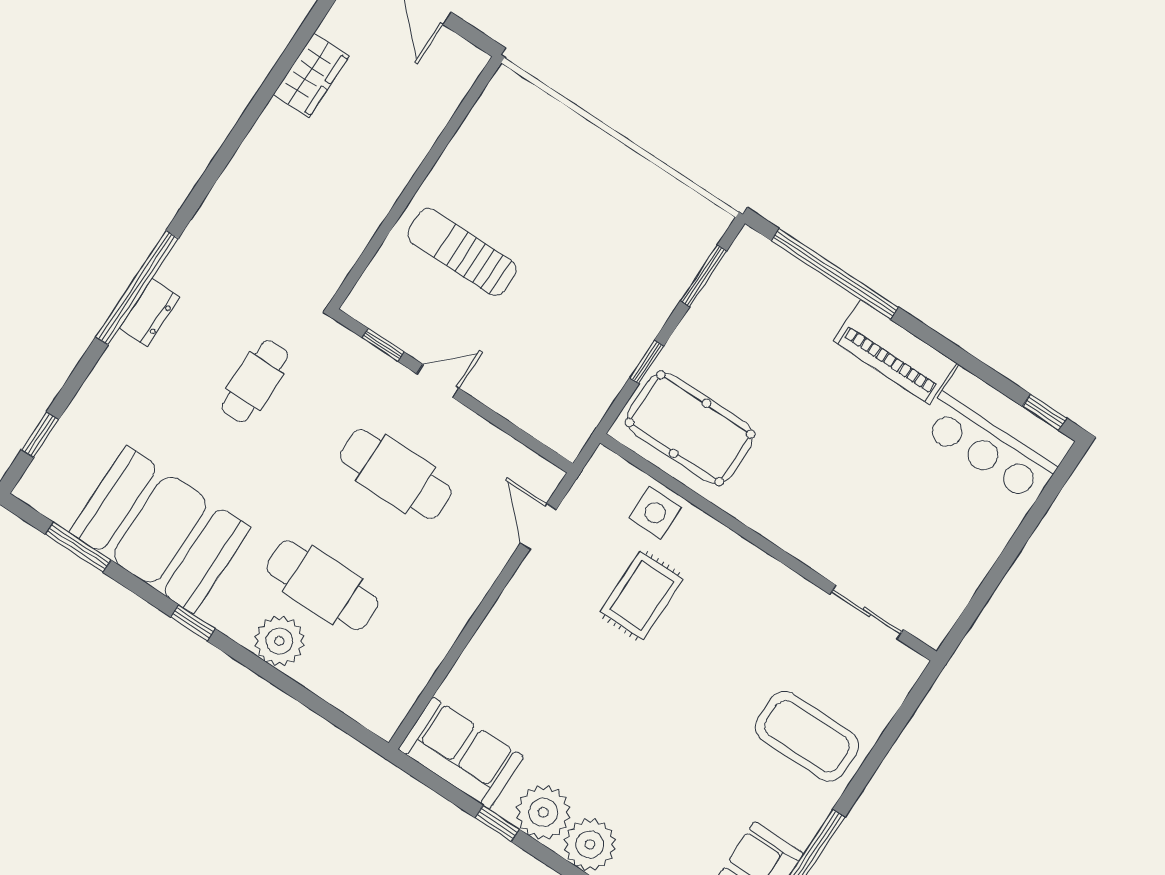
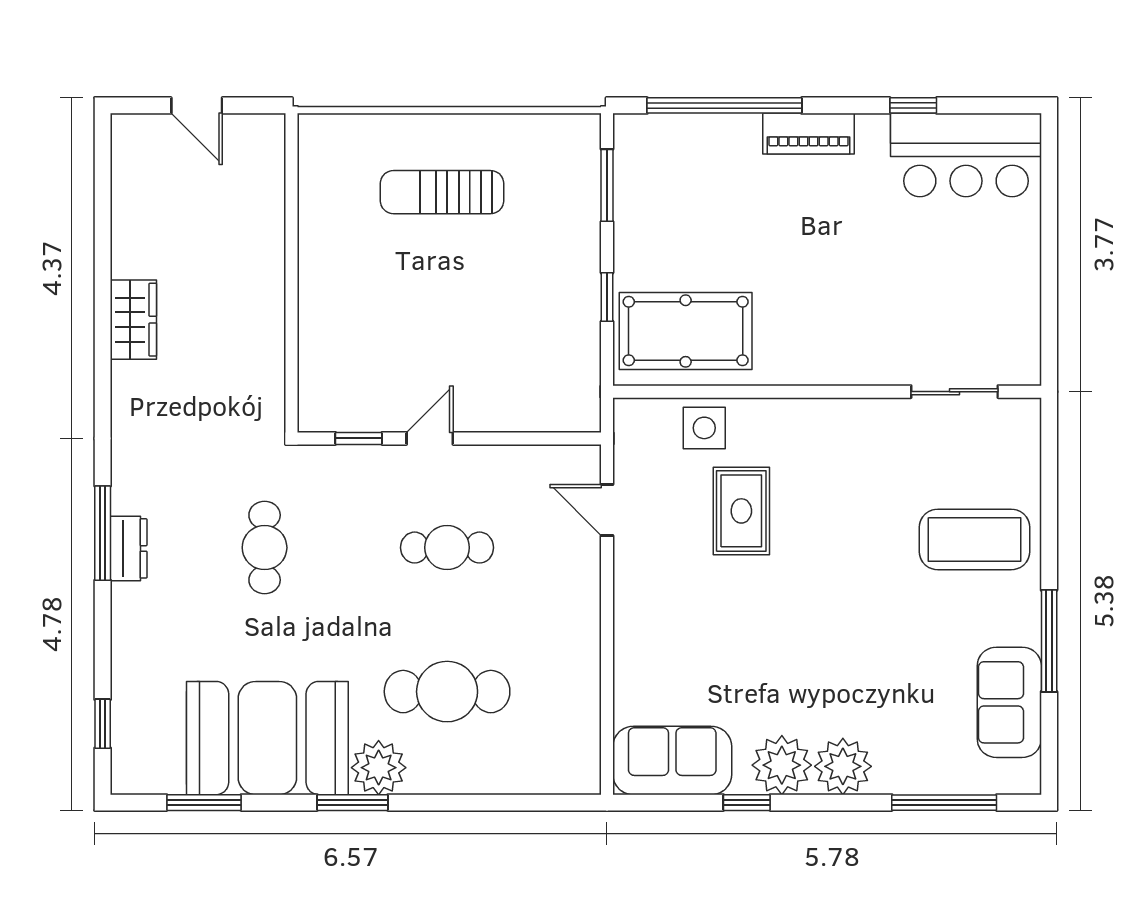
wardrobe: (311, 75) -> (133, 320), moved
sun lounger: (462, 252) -> (442, 192), moved
window: (137, 288) -> (103, 533), width x0.68
piano: (895, 352) -> (808, 134), width x0.73, depth x0.75
window: (1045, 412) -> (913, 105), moved
cafe table: (396, 474) -> (447, 548), width x0.73, depth x0.74
window: (193, 623) -> (353, 803), width x1.50
plant: (279, 641) -> (379, 768), moved

